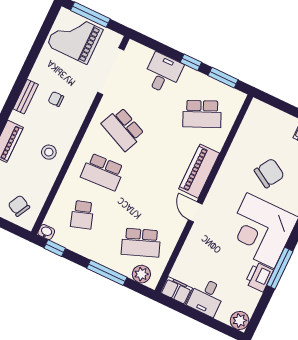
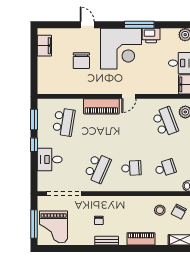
school desk: (202, 114) -> (64, 122), turned 33
stool: (49, 152) -> (160, 210), moved
school desk: (103, 172) -> (131, 168), width x0.54
chair: (269, 173) -> (81, 61), turned -121

